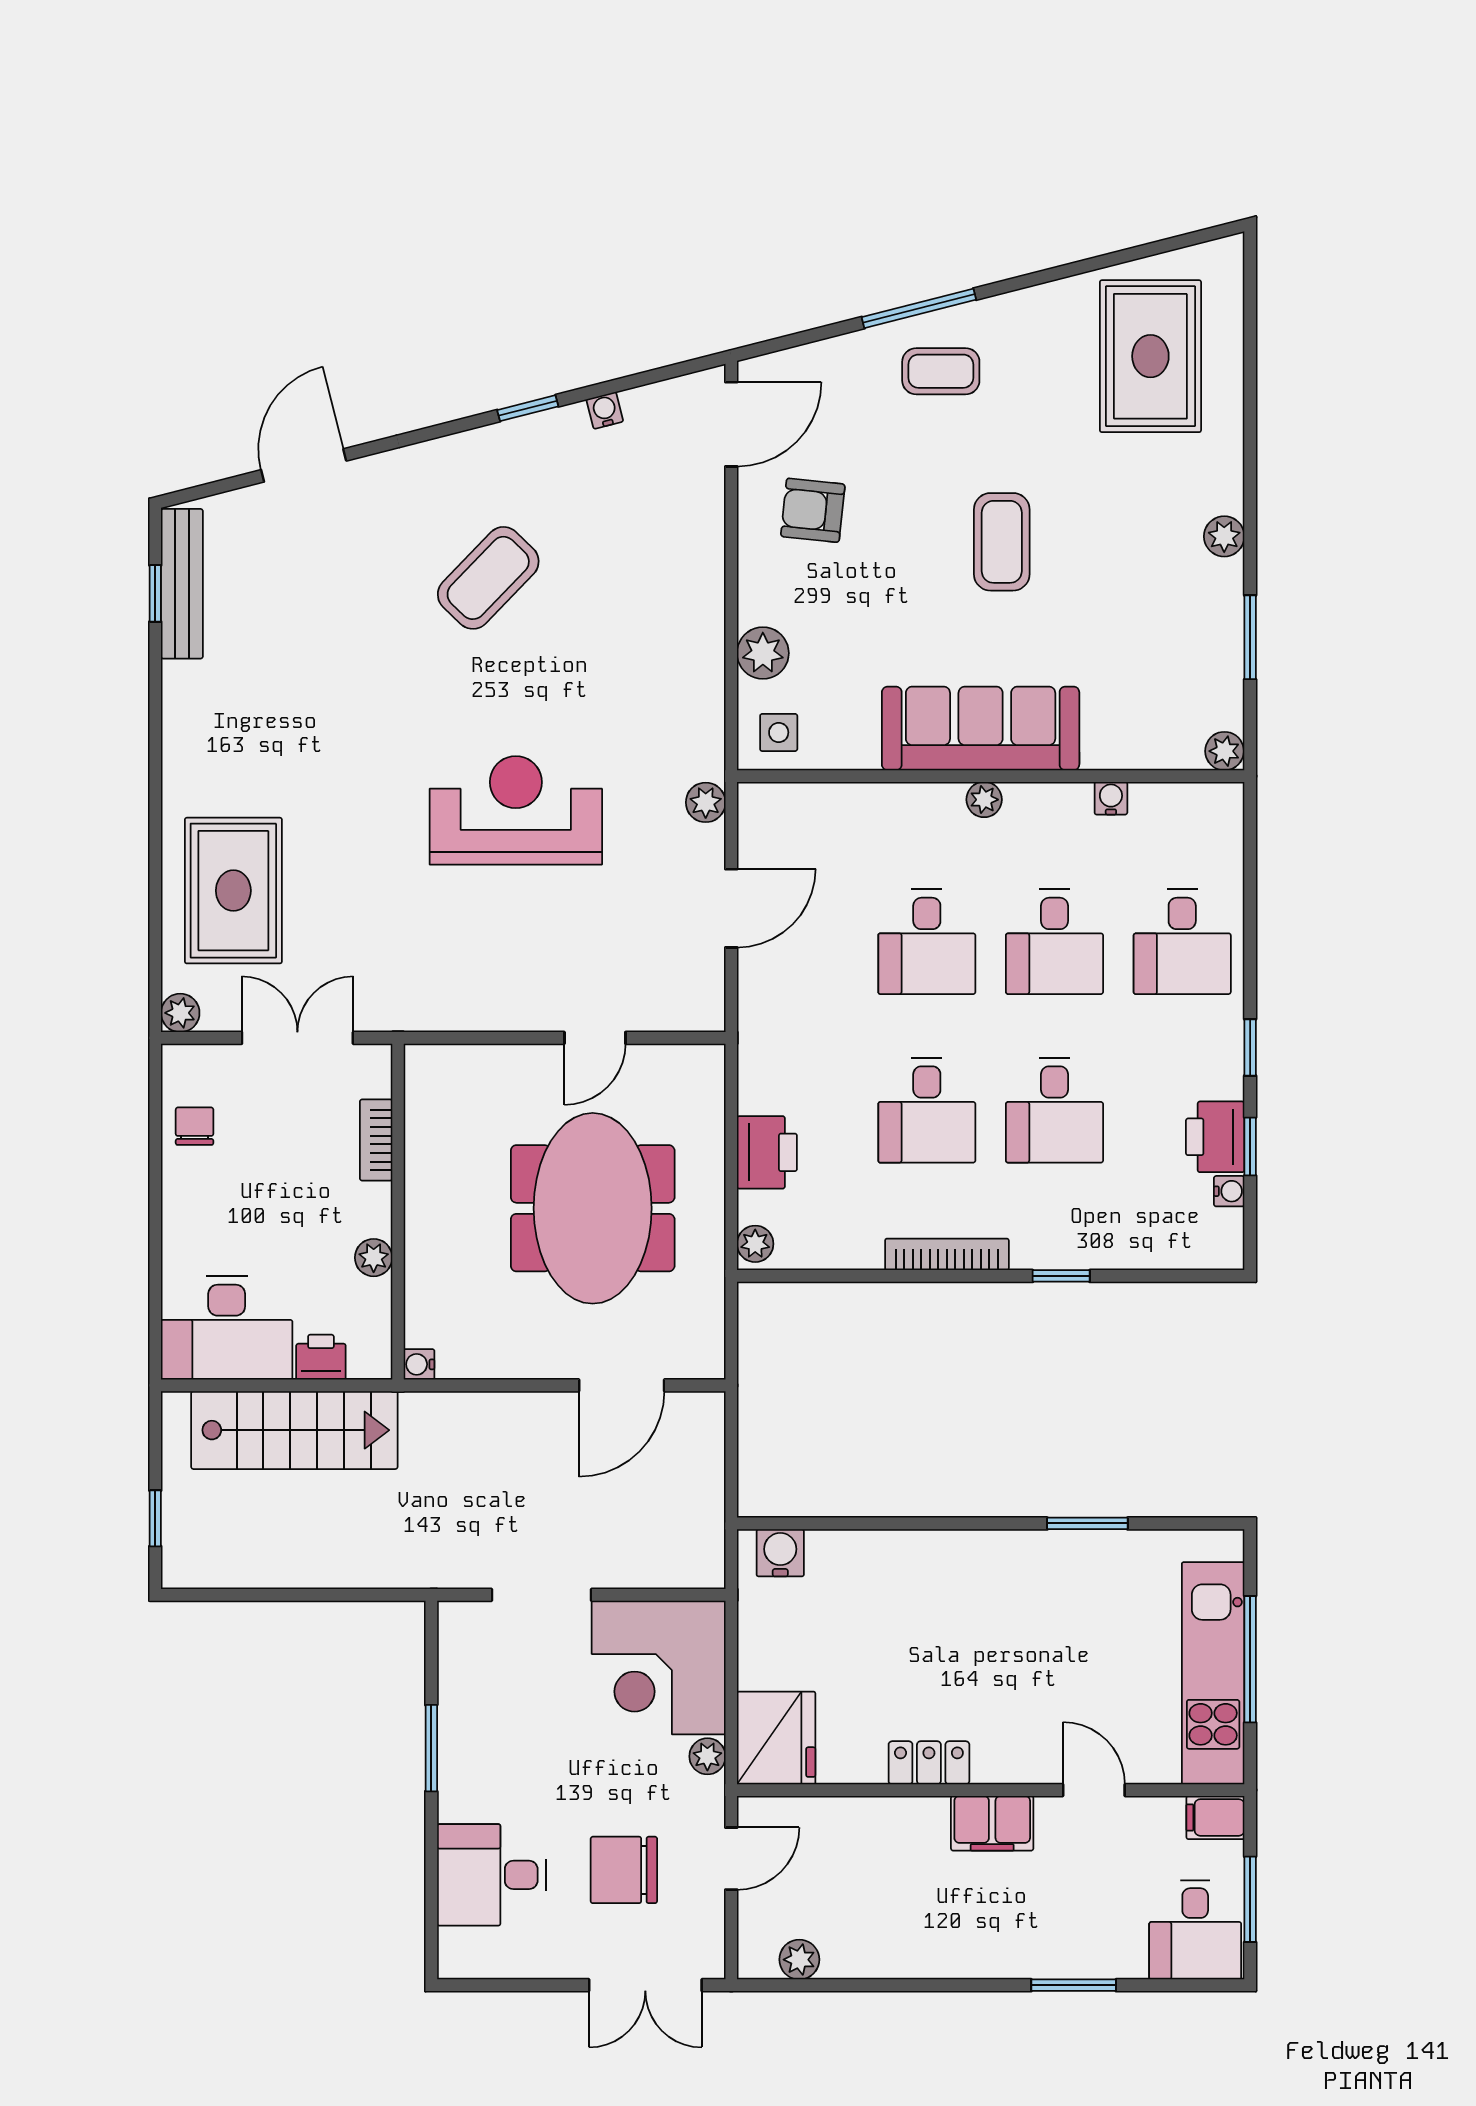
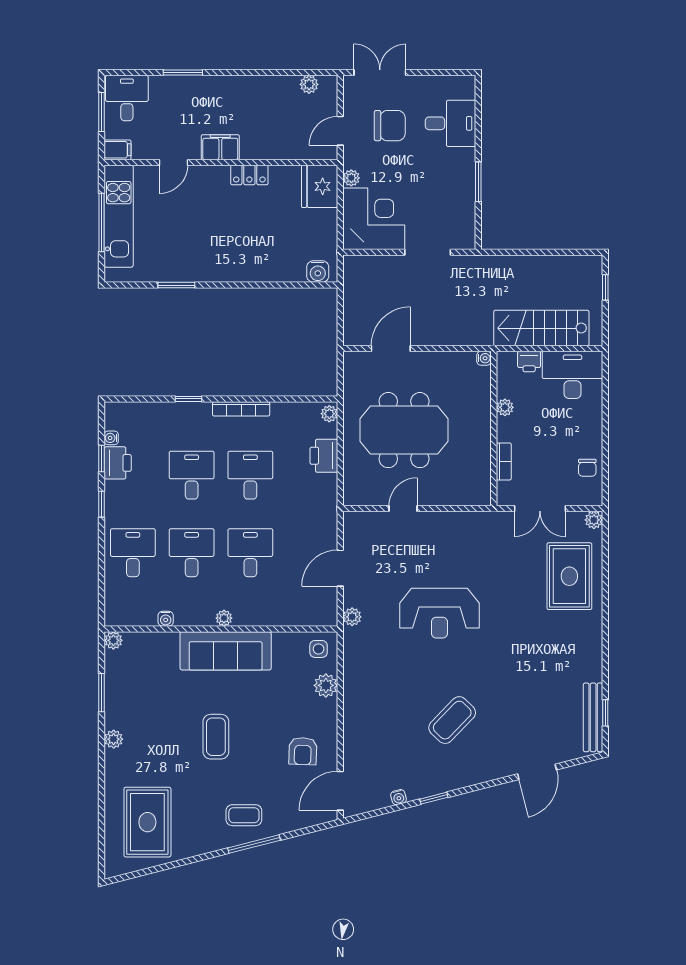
armchair: (813, 510) -> (303, 751), turned 86
meeting table: (593, 1208) -> (404, 430), turned 90
door: (1094, 1790) -> (173, 162), hinge flipped

